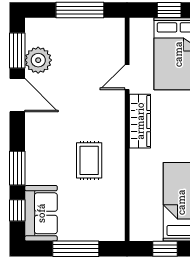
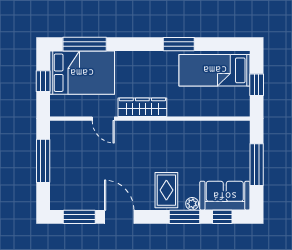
plant: (38, 60) -> (192, 204), moved, width x0.53, depth x0.53
door: (17, 95) -> (119, 217), hinge flipped
rug: (89, 160) -> (166, 190), moved, turned 90

